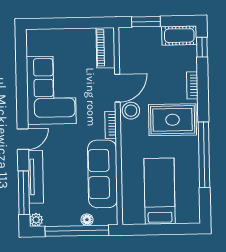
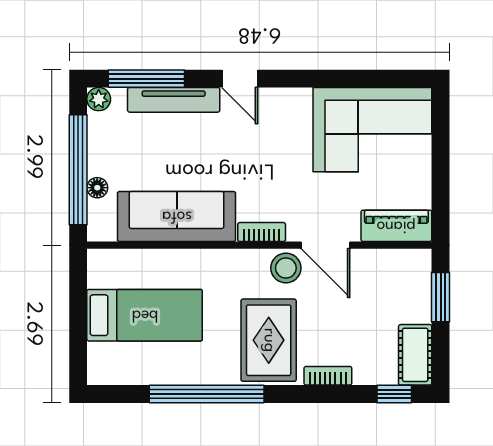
corner sofa: (51, 90) -> (372, 130), moved

